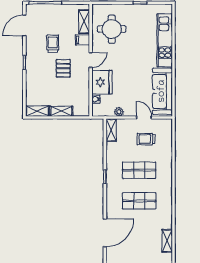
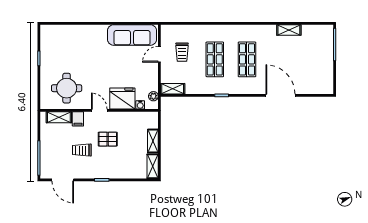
kitchen unit: (165, 40) -> (78, 33), removed
plant: (119, 112) -> (153, 96), moved

